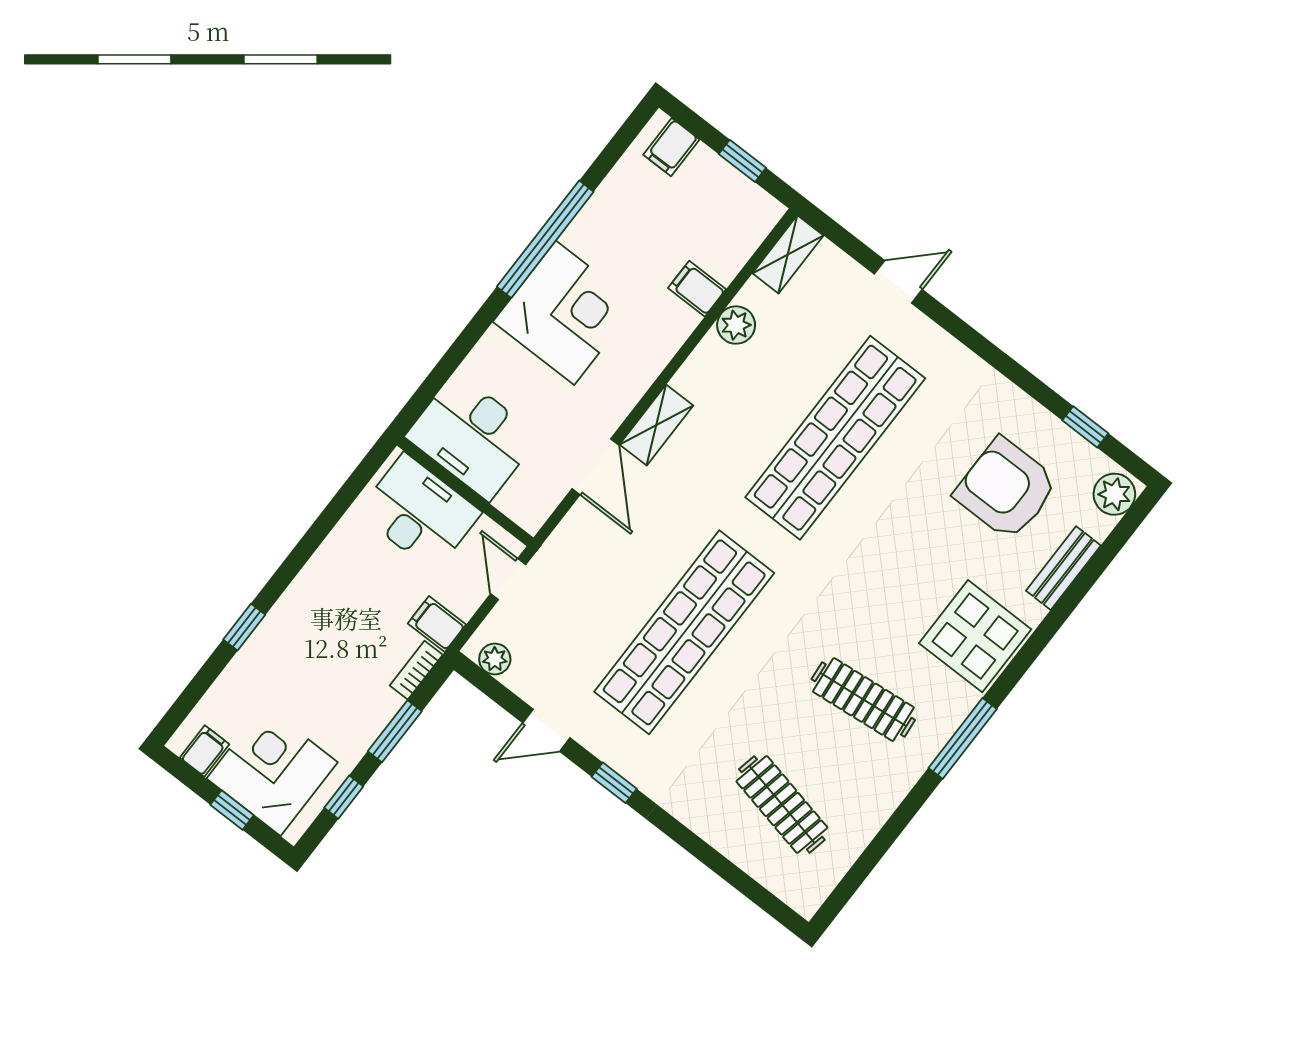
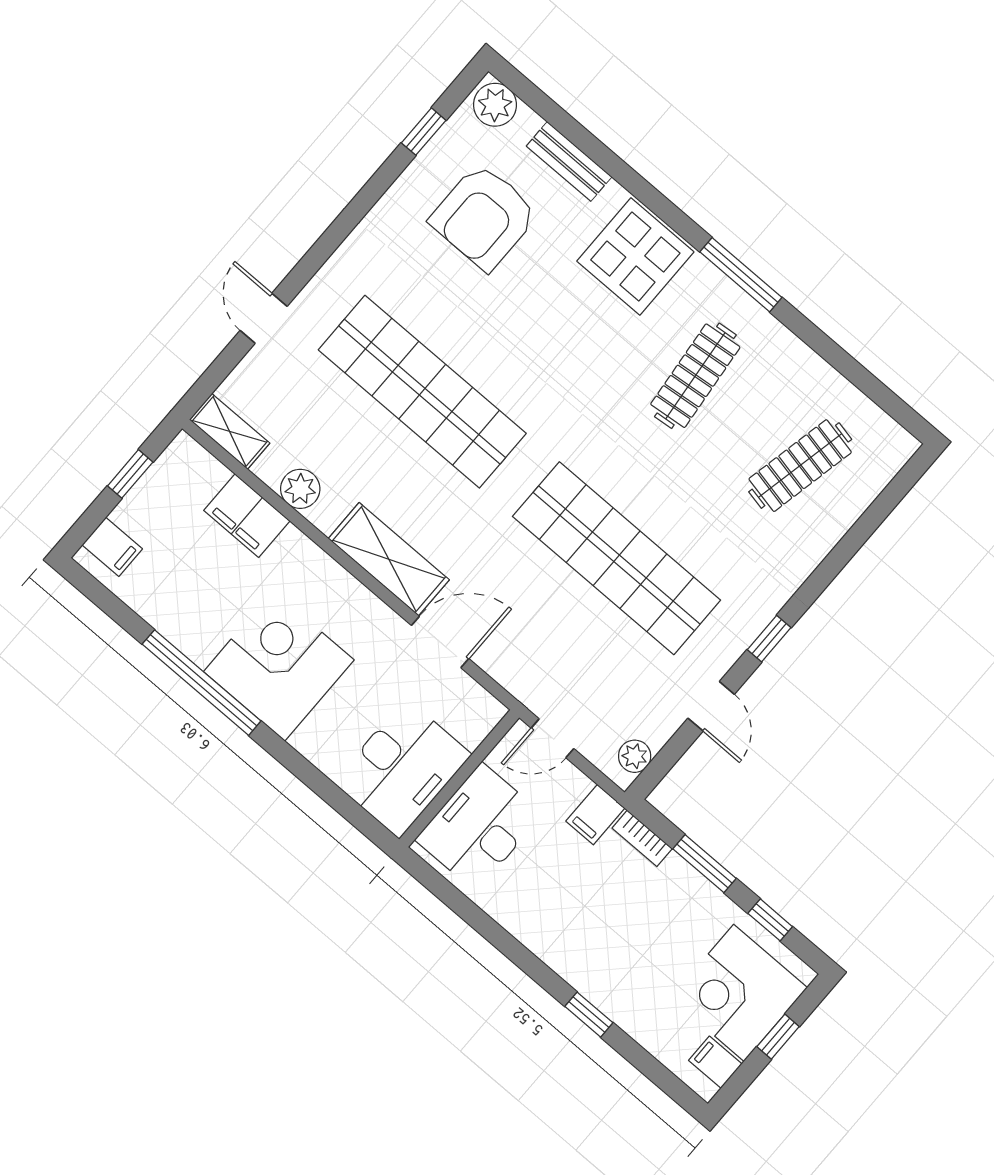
filing cabinet: (697, 289) -> (247, 516), width x2.00
shelving: (656, 425) -> (389, 559), width x1.50, depth x1.33

